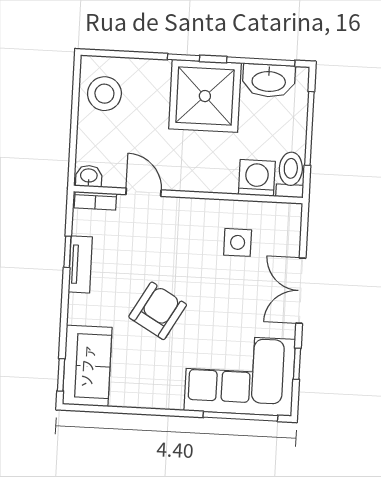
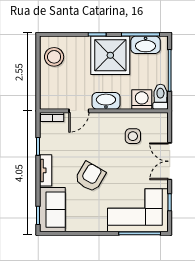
washbasin: (89, 176) -> (106, 101), moved, width x1.91, depth x1.45
door: (144, 192) -> (79, 111), swing flipped
tv unit: (80, 264) -> (46, 170), moved

